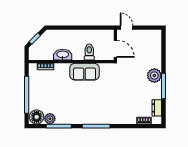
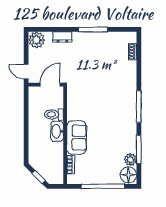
door: (127, 28) -> (26, 72), hinge flipped
washbasin: (63, 55) -> (57, 131), moved
sofa: (85, 72) -> (76, 138), moved
plant: (154, 75) -> (37, 40), moved
dresser: (157, 108) -> (62, 37), moved

